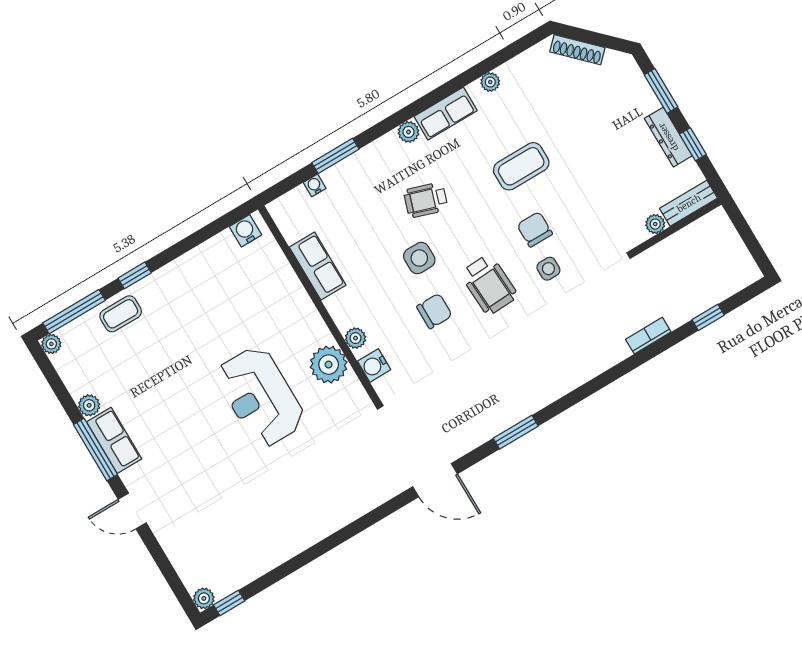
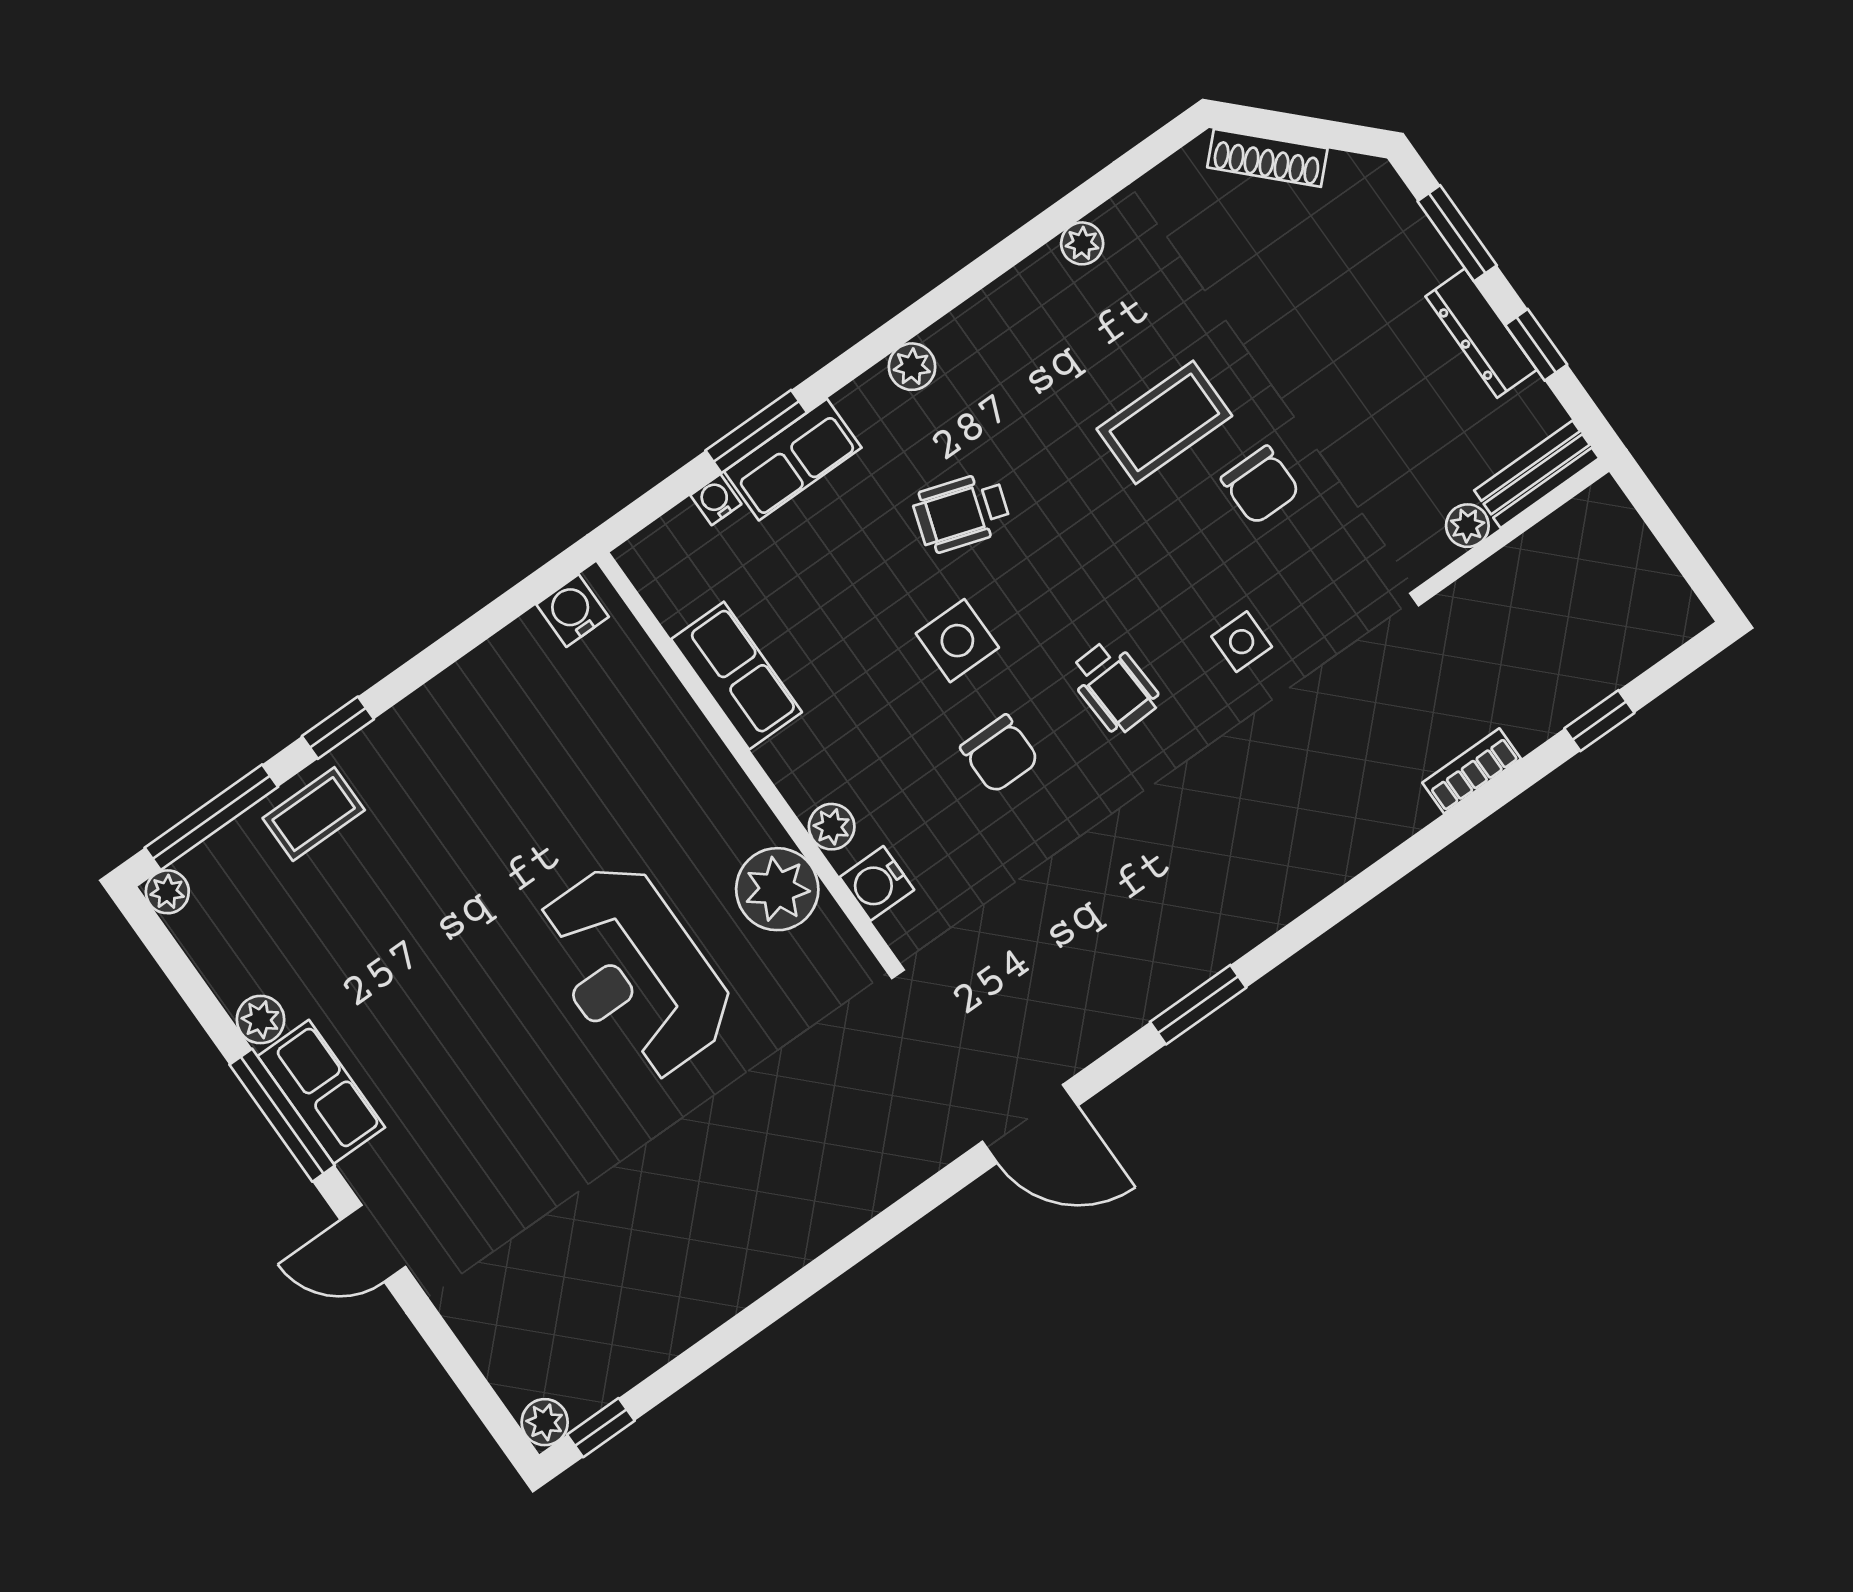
row of seats: (446, 113) -> (793, 460), moved
chair: (535, 229) -> (1260, 485), moved, turned 180
wheelchair: (489, 285) -> (1114, 687), width x0.73, depth x0.73
chair: (434, 311) -> (1000, 754), turned 90

